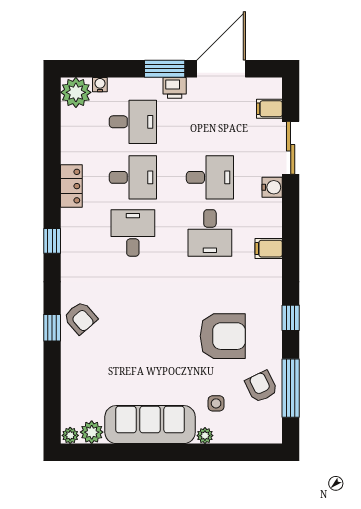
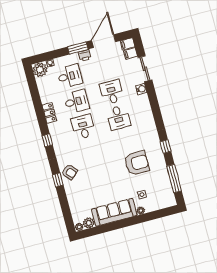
desk: (210, 177) -> (112, 92), turned -90
filing cabinet: (269, 249) -> (128, 44), moved
armchair: (261, 387) -> (161, 181), removed

